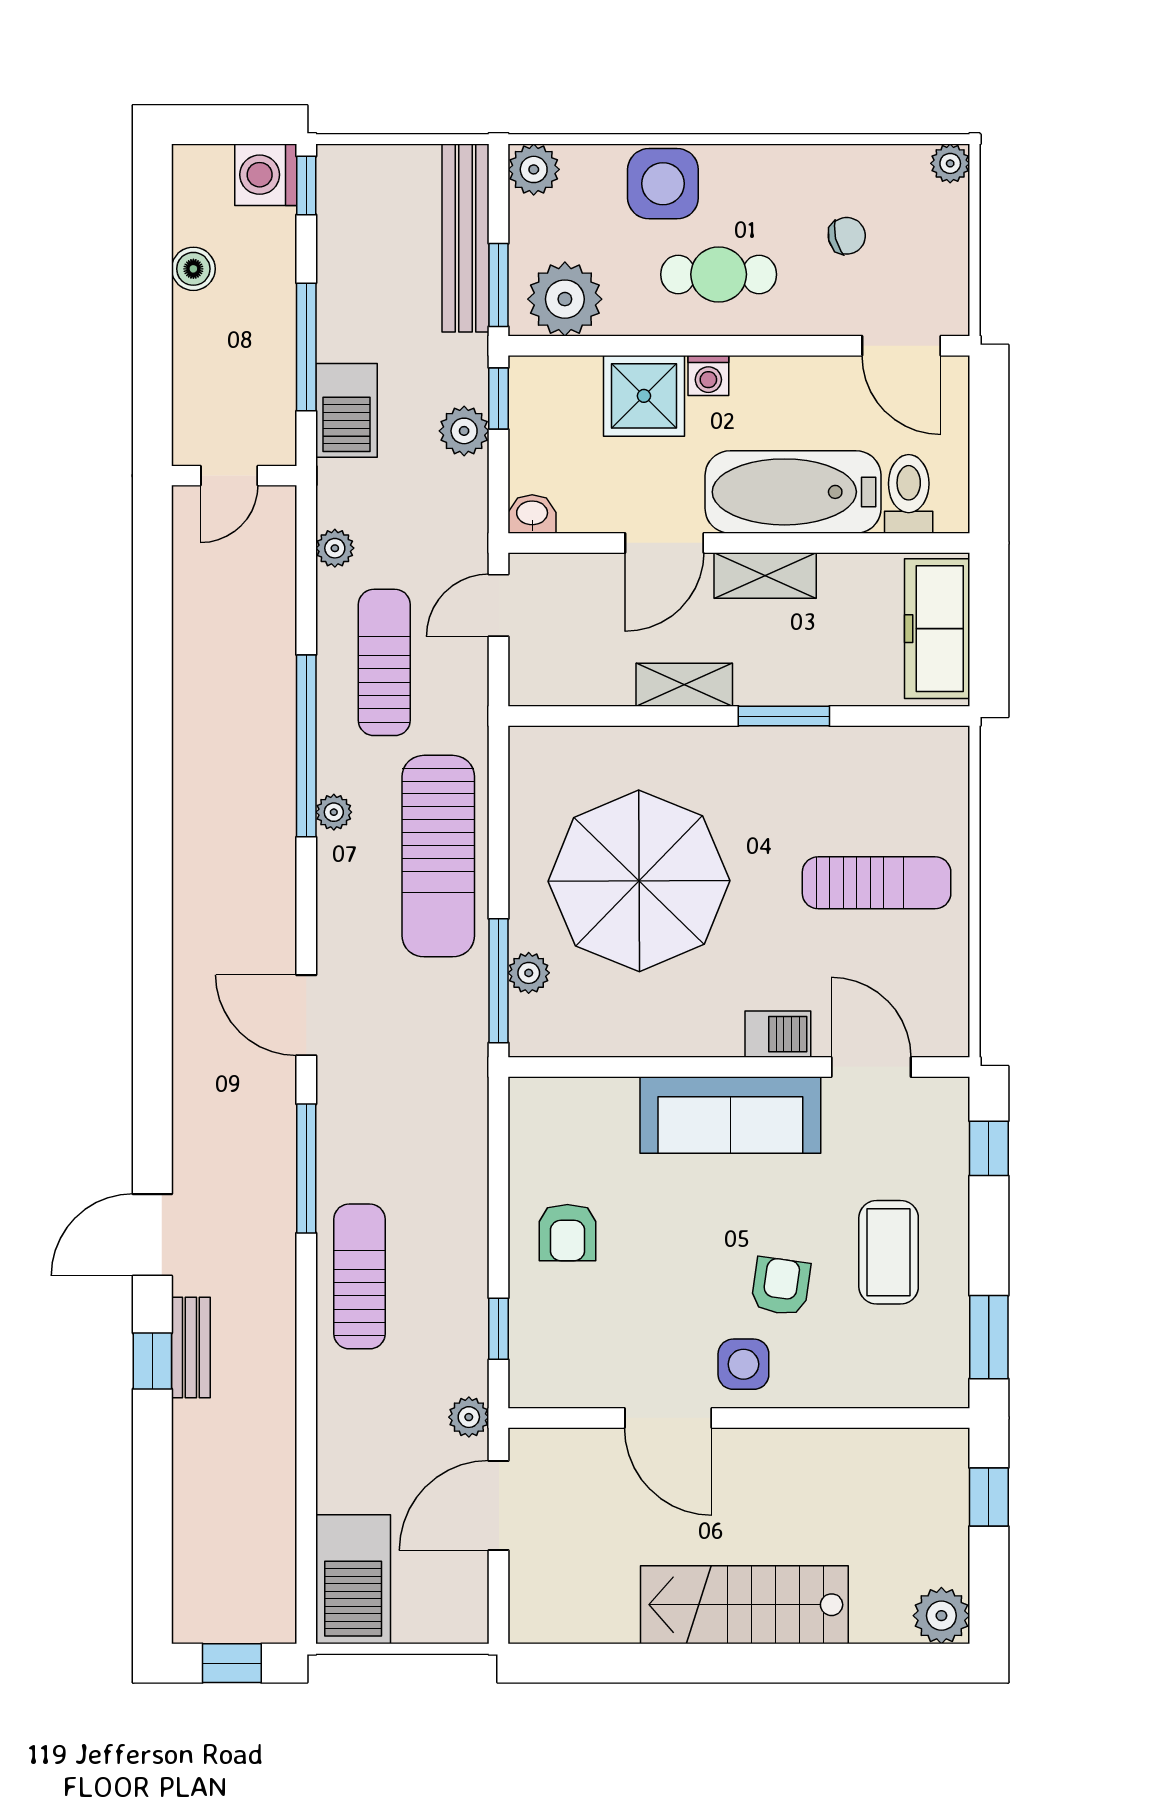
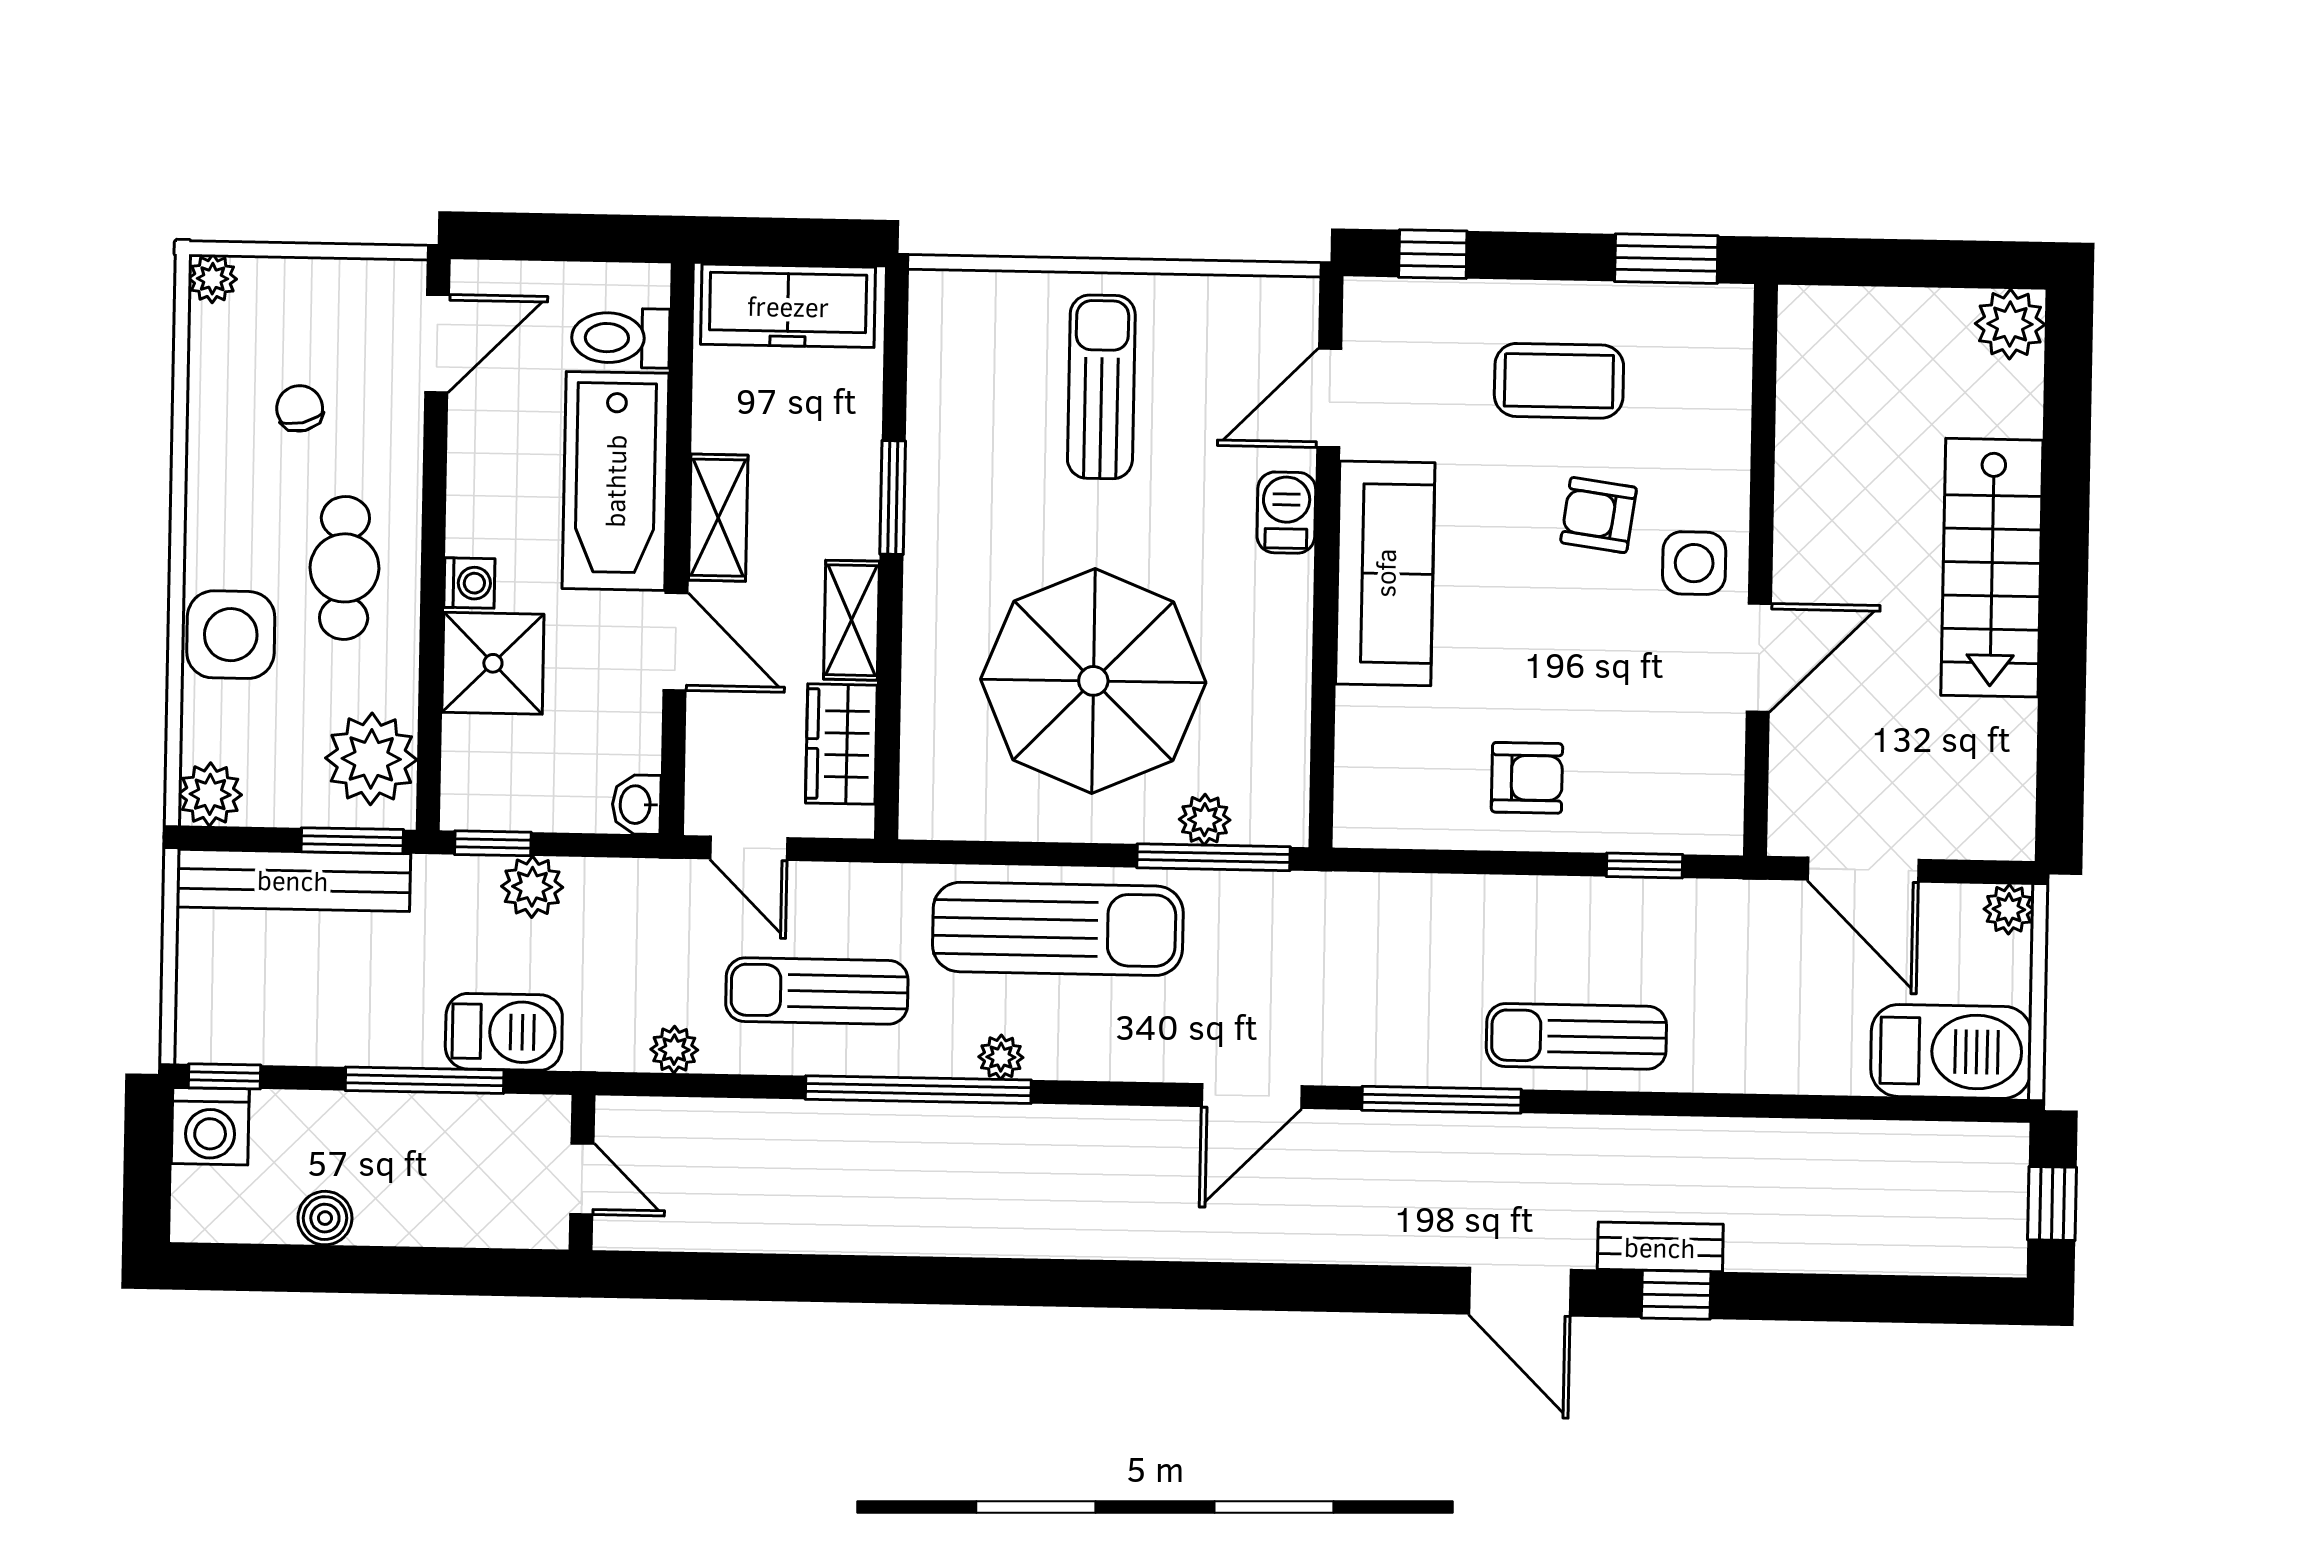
wardrobe: (584, 678) -> (841, 744), added
plant: (469, 1417) -> (2009, 909), moved
window: (989, 1497) -> (1864, 262), removed

